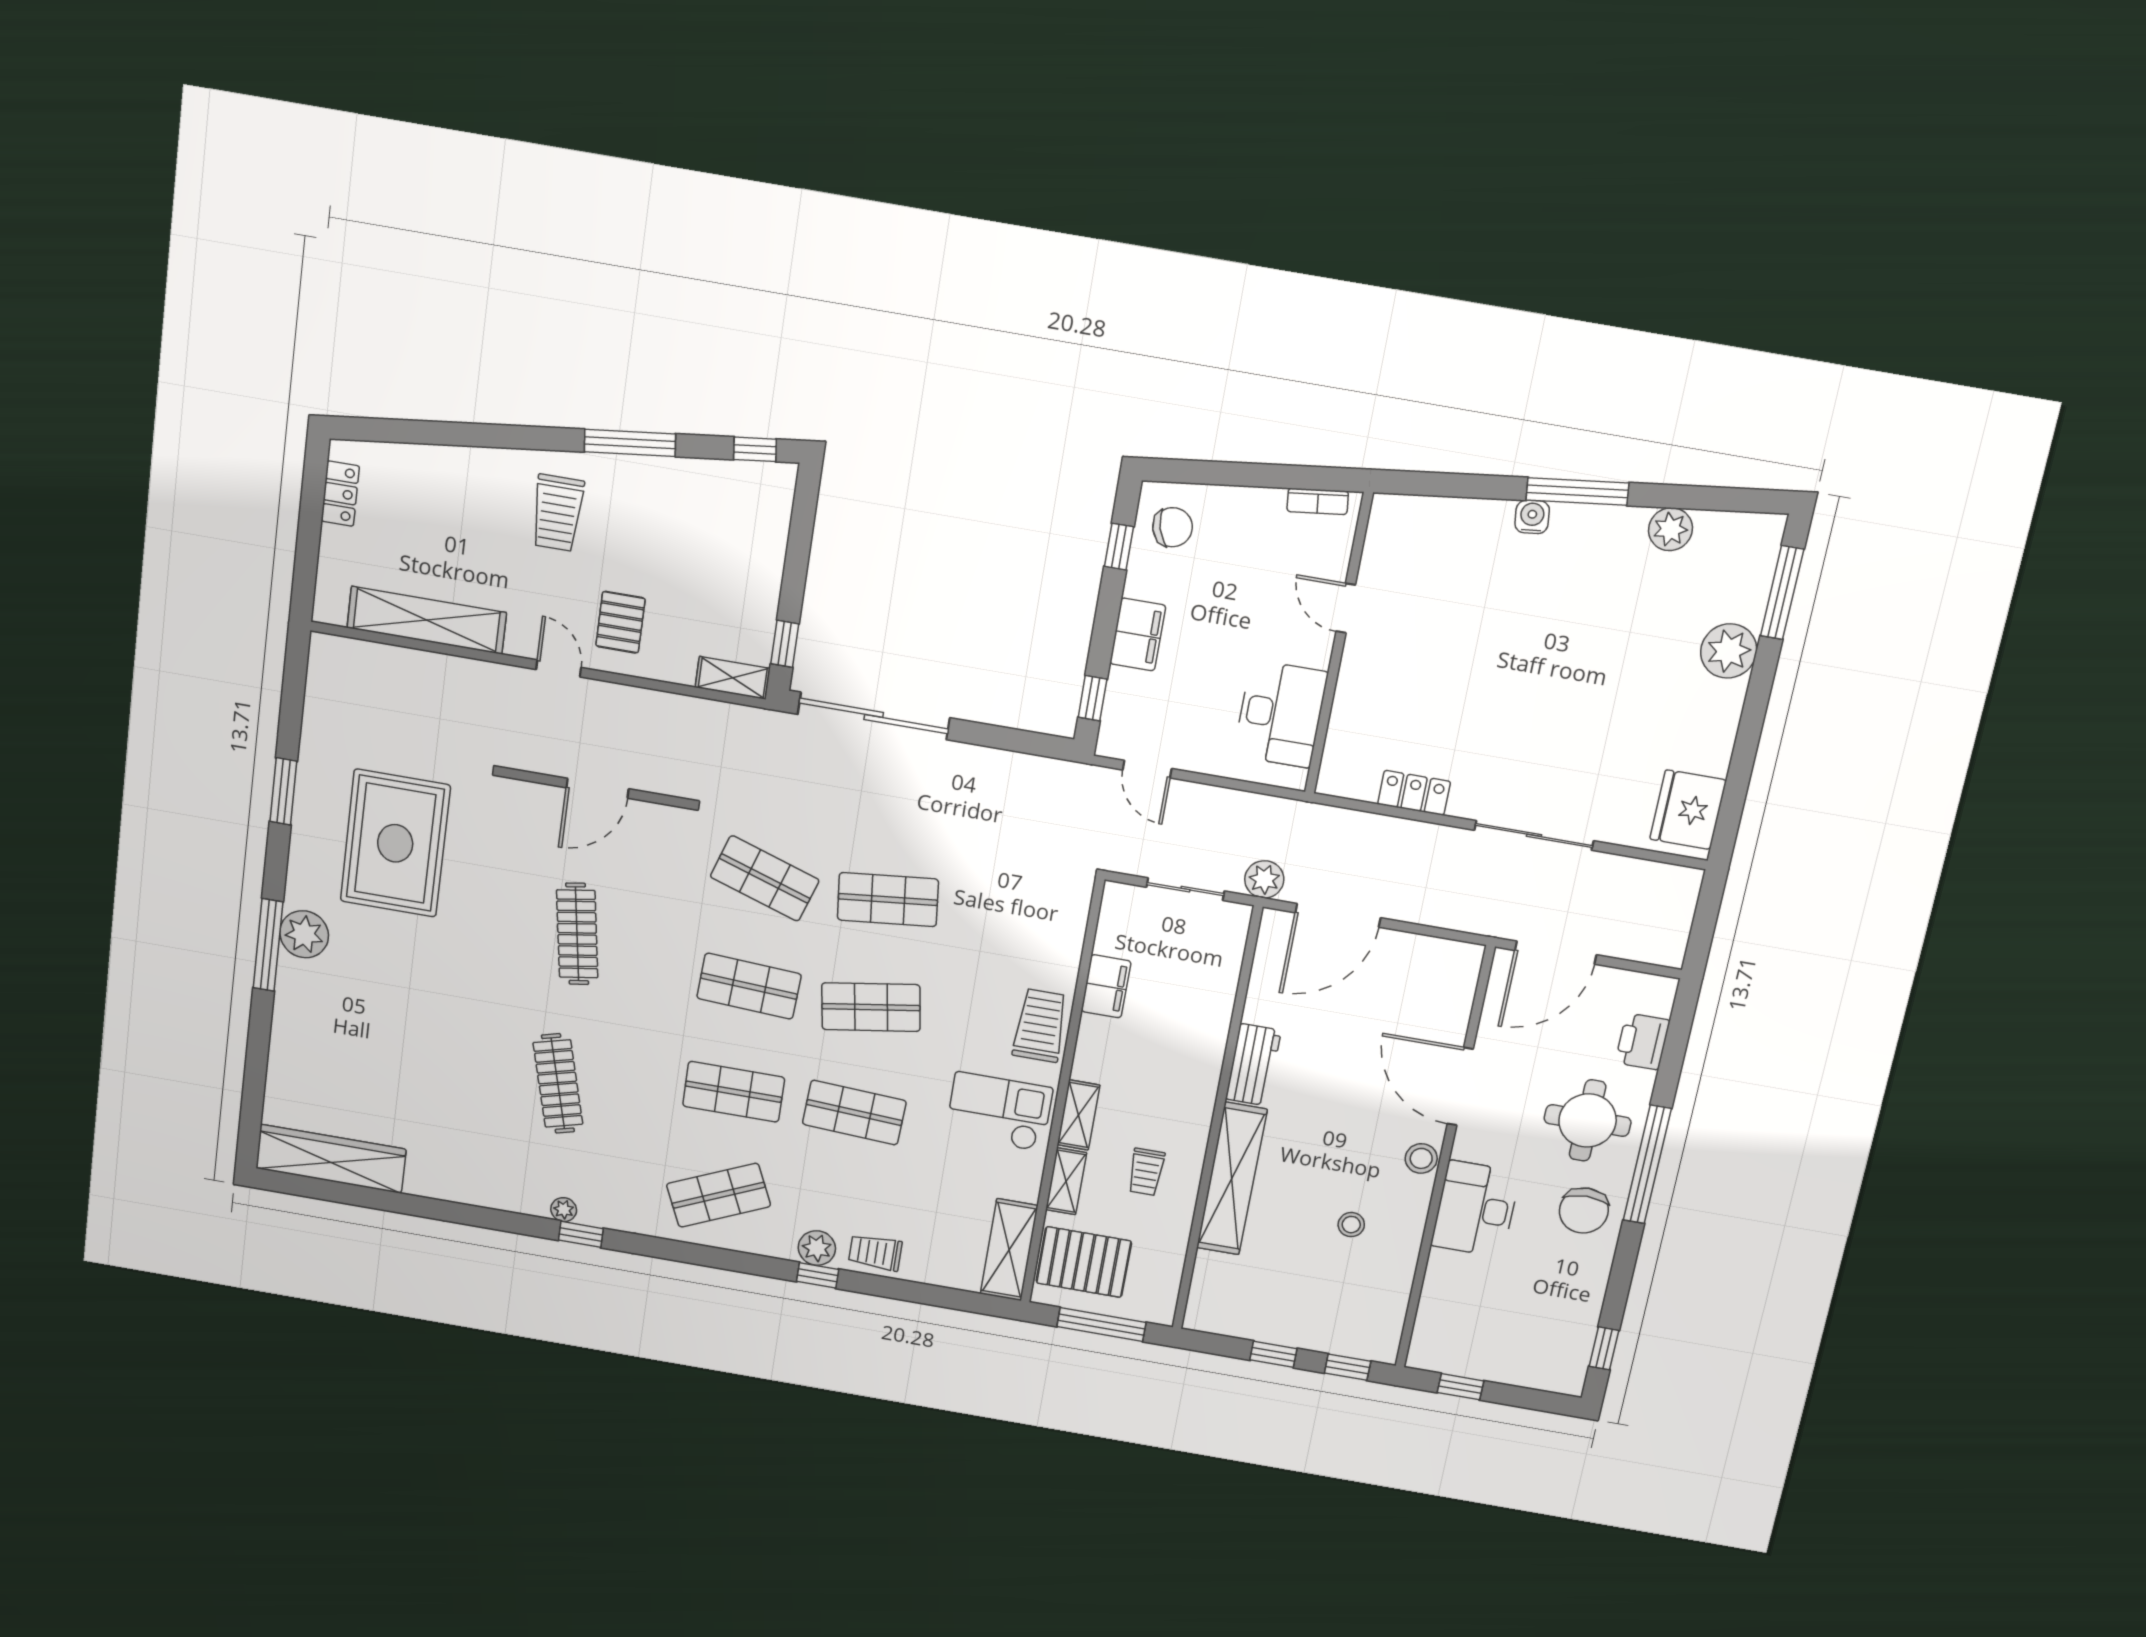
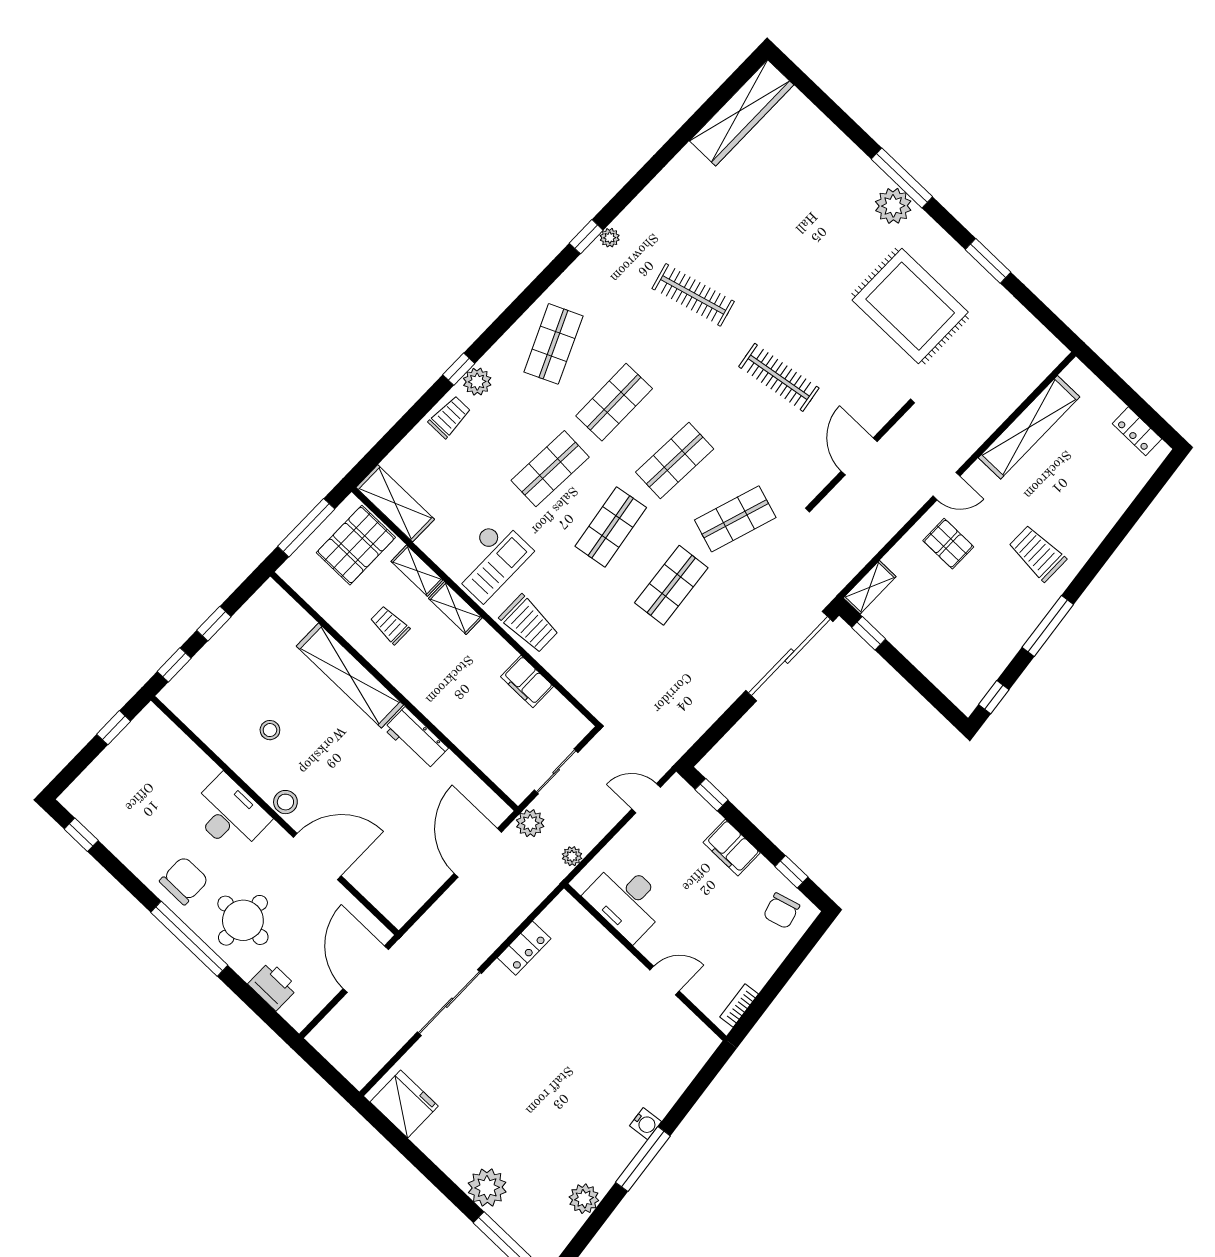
plant: (1271, 808) -> (572, 856), added
chair: (1584, 1211) -> (184, 881), turned 90

